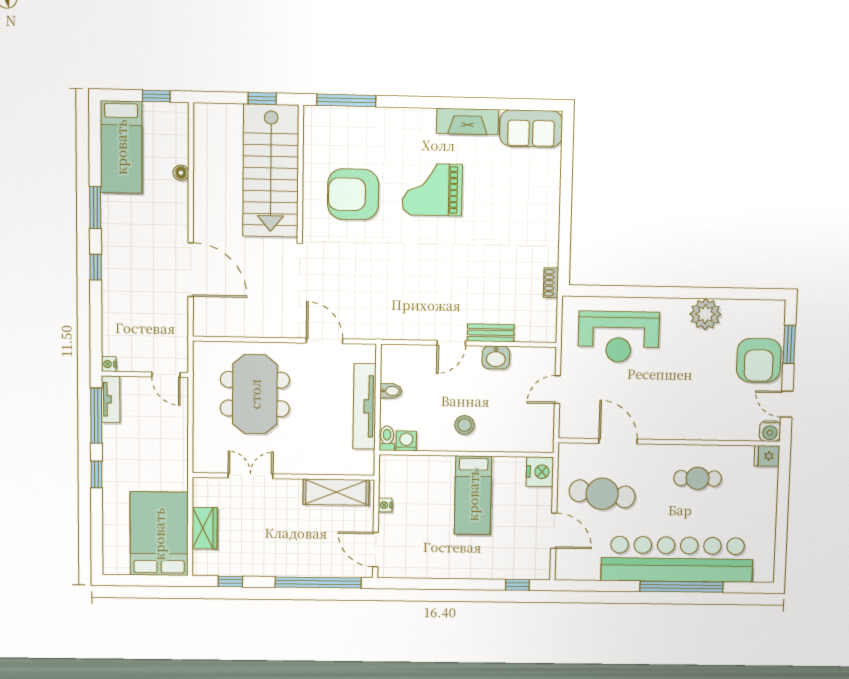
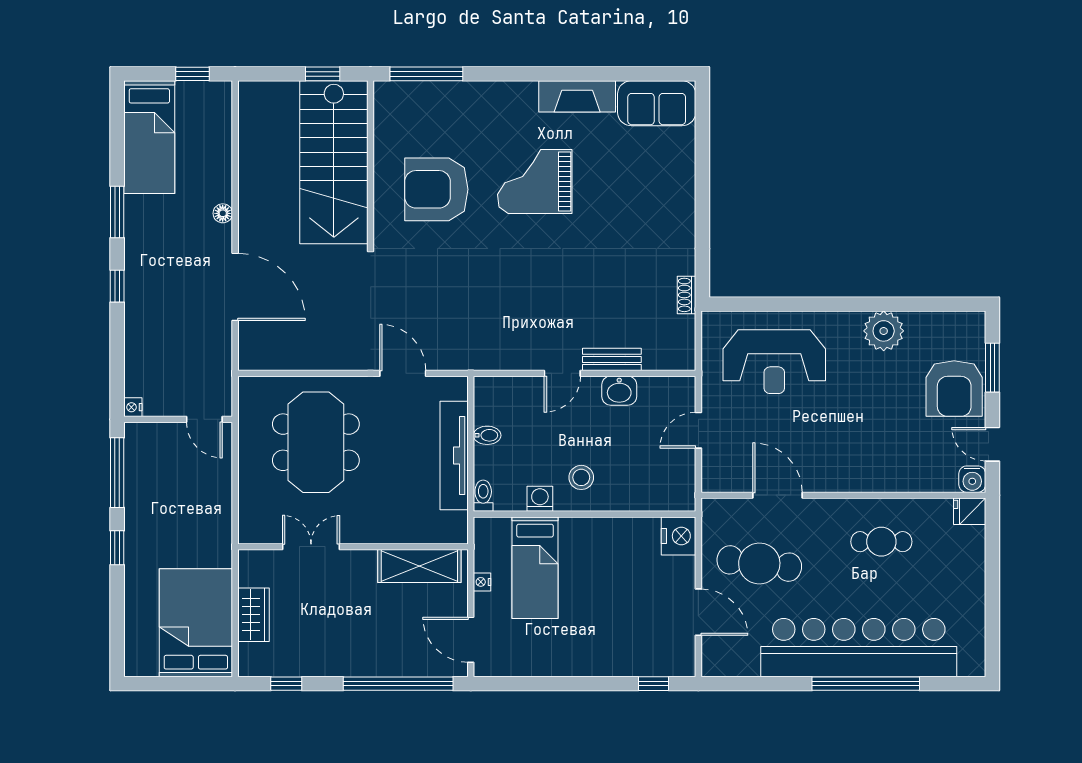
floor lamp: (181, 173) -> (223, 213), moved
tv unit: (111, 399) -> (135, 452), removed
washing machine: (406, 441) -> (540, 499), moved
bed: (473, 495) -> (535, 568), moved

